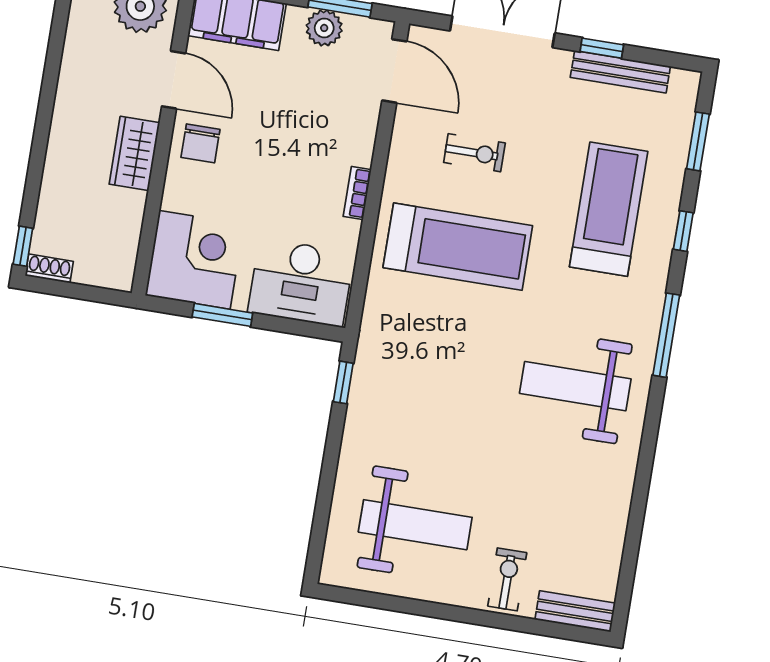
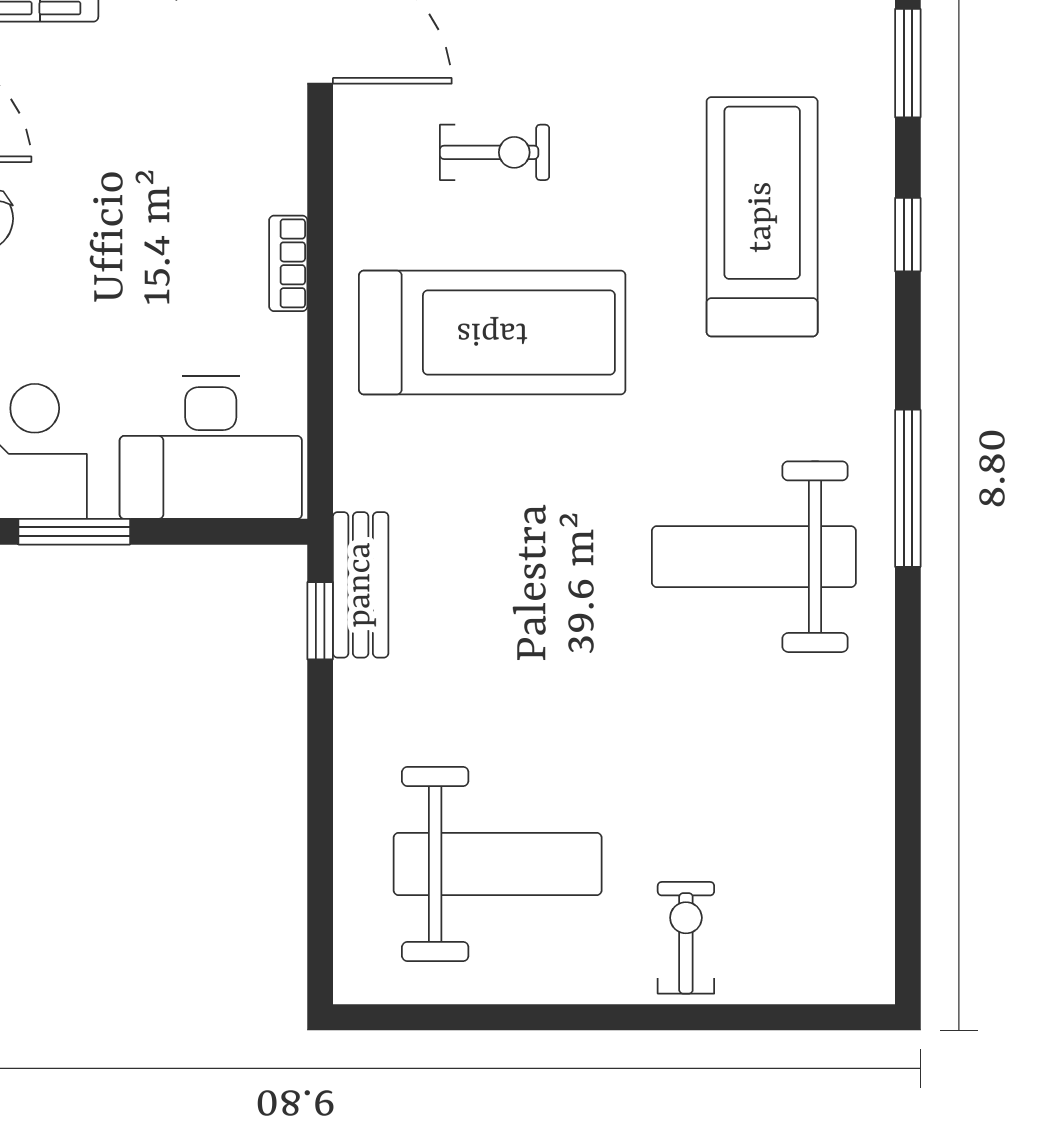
window: (666, 335) -> (908, 488), moved
bench: (575, 611) -> (361, 585), moved, turned 90

